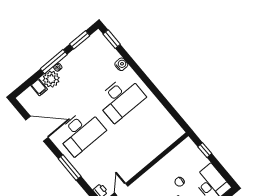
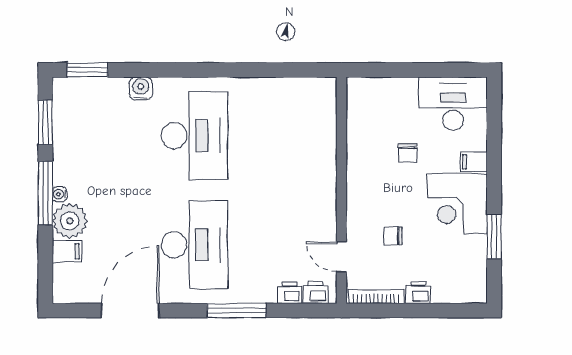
window: (205, 150) -> (391, 70), removed
printer: (92, 181) -> (290, 293), added

